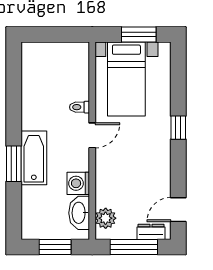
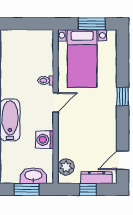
washbasin: (79, 213) -> (33, 176), moved, turned 90
dresser: (151, 232) -> (97, 178), width x1.44
window: (134, 247) -> (88, 189), width x0.46

